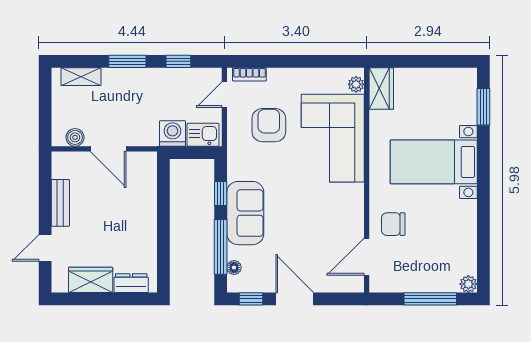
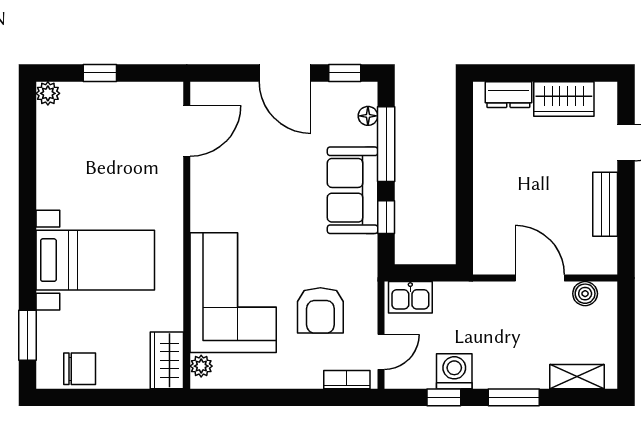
washing machine: (173, 133) -> (454, 371), moved, turned 180
chair: (393, 224) -> (80, 369), moved
window: (430, 299) -> (100, 73), width x0.46

